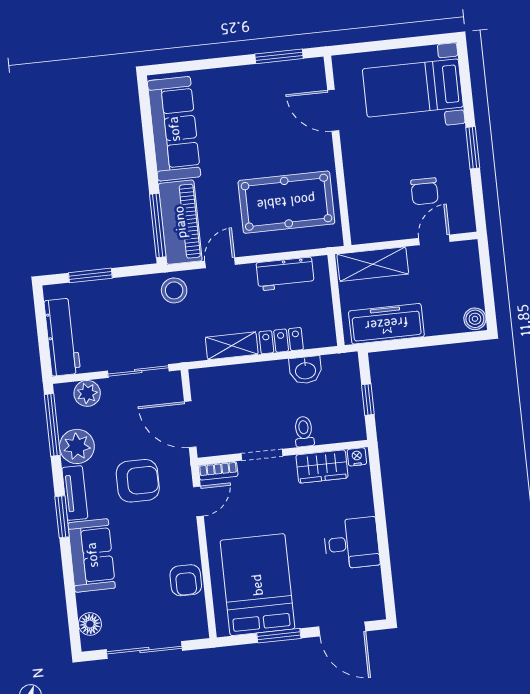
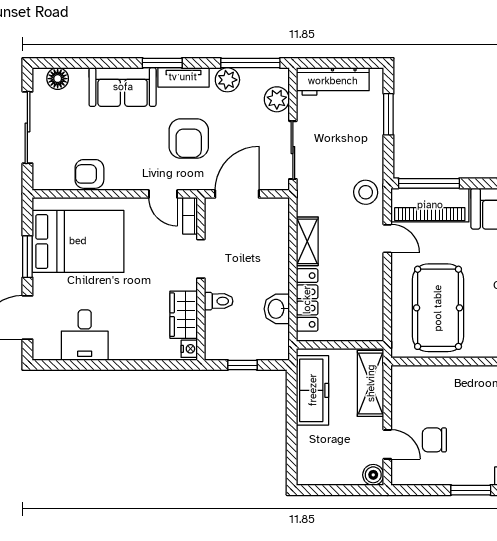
workbench: (285, 274) -> (370, 299), removed
boiler: (475, 319) -> (373, 475), moved
locker: (281, 341) -> (307, 300), width x1.53
plant: (77, 446) -> (227, 80), width x0.73, depth x0.73
desk: (352, 543) -> (85, 335), moved

